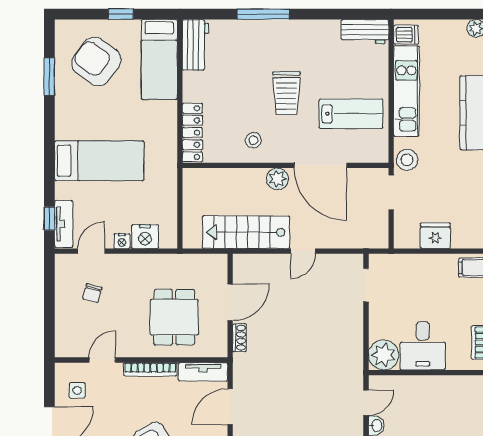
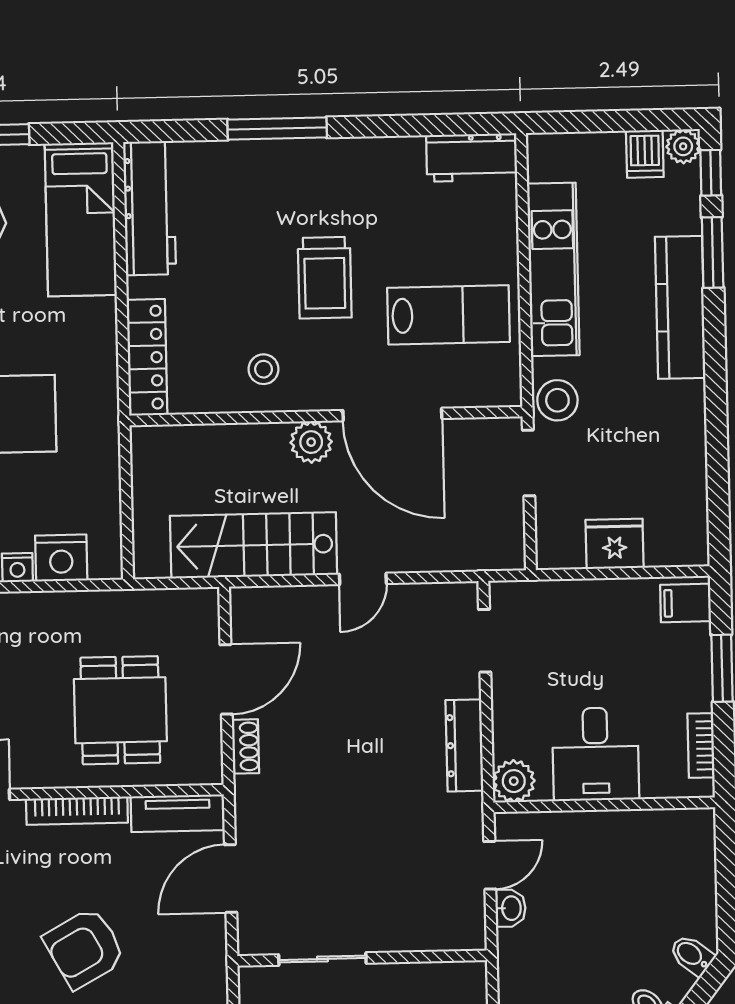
dishwasher: (406, 35) -> (645, 154), moved, turned 90
workbench: (195, 45) -> (149, 208), width x1.38
dresser: (354, 340) -> (464, 745), added
plant: (384, 355) -> (514, 781), width x0.73, depth x0.73

